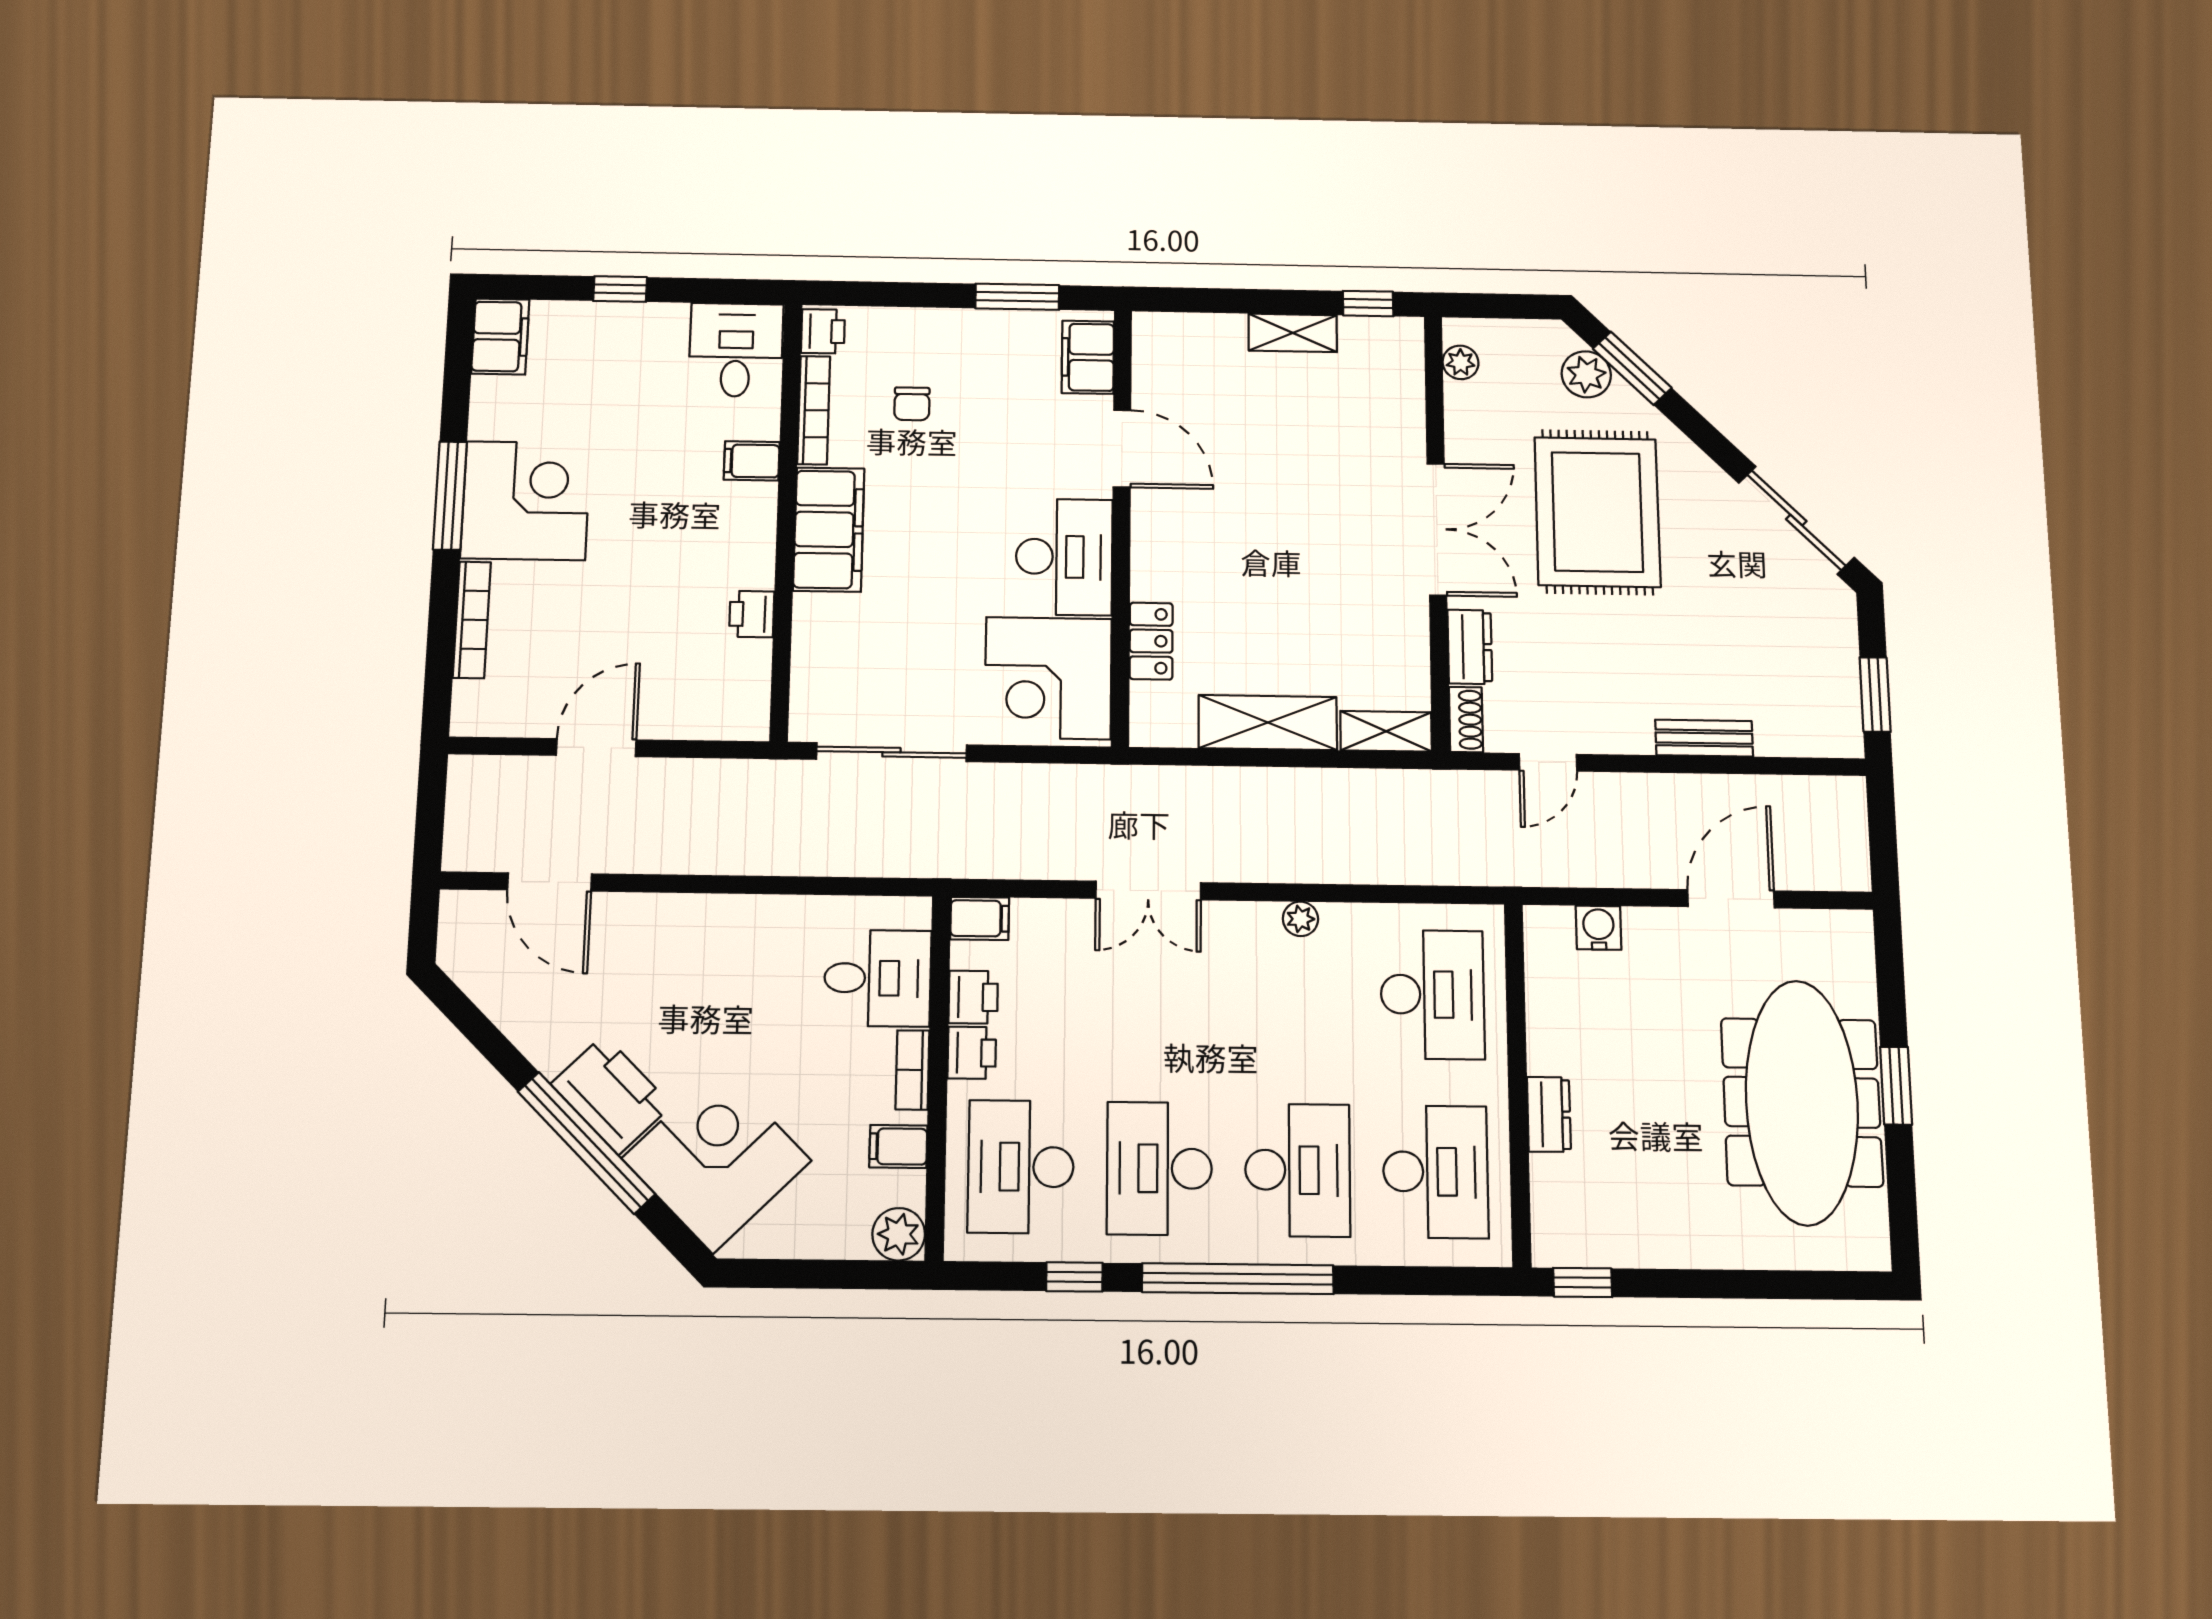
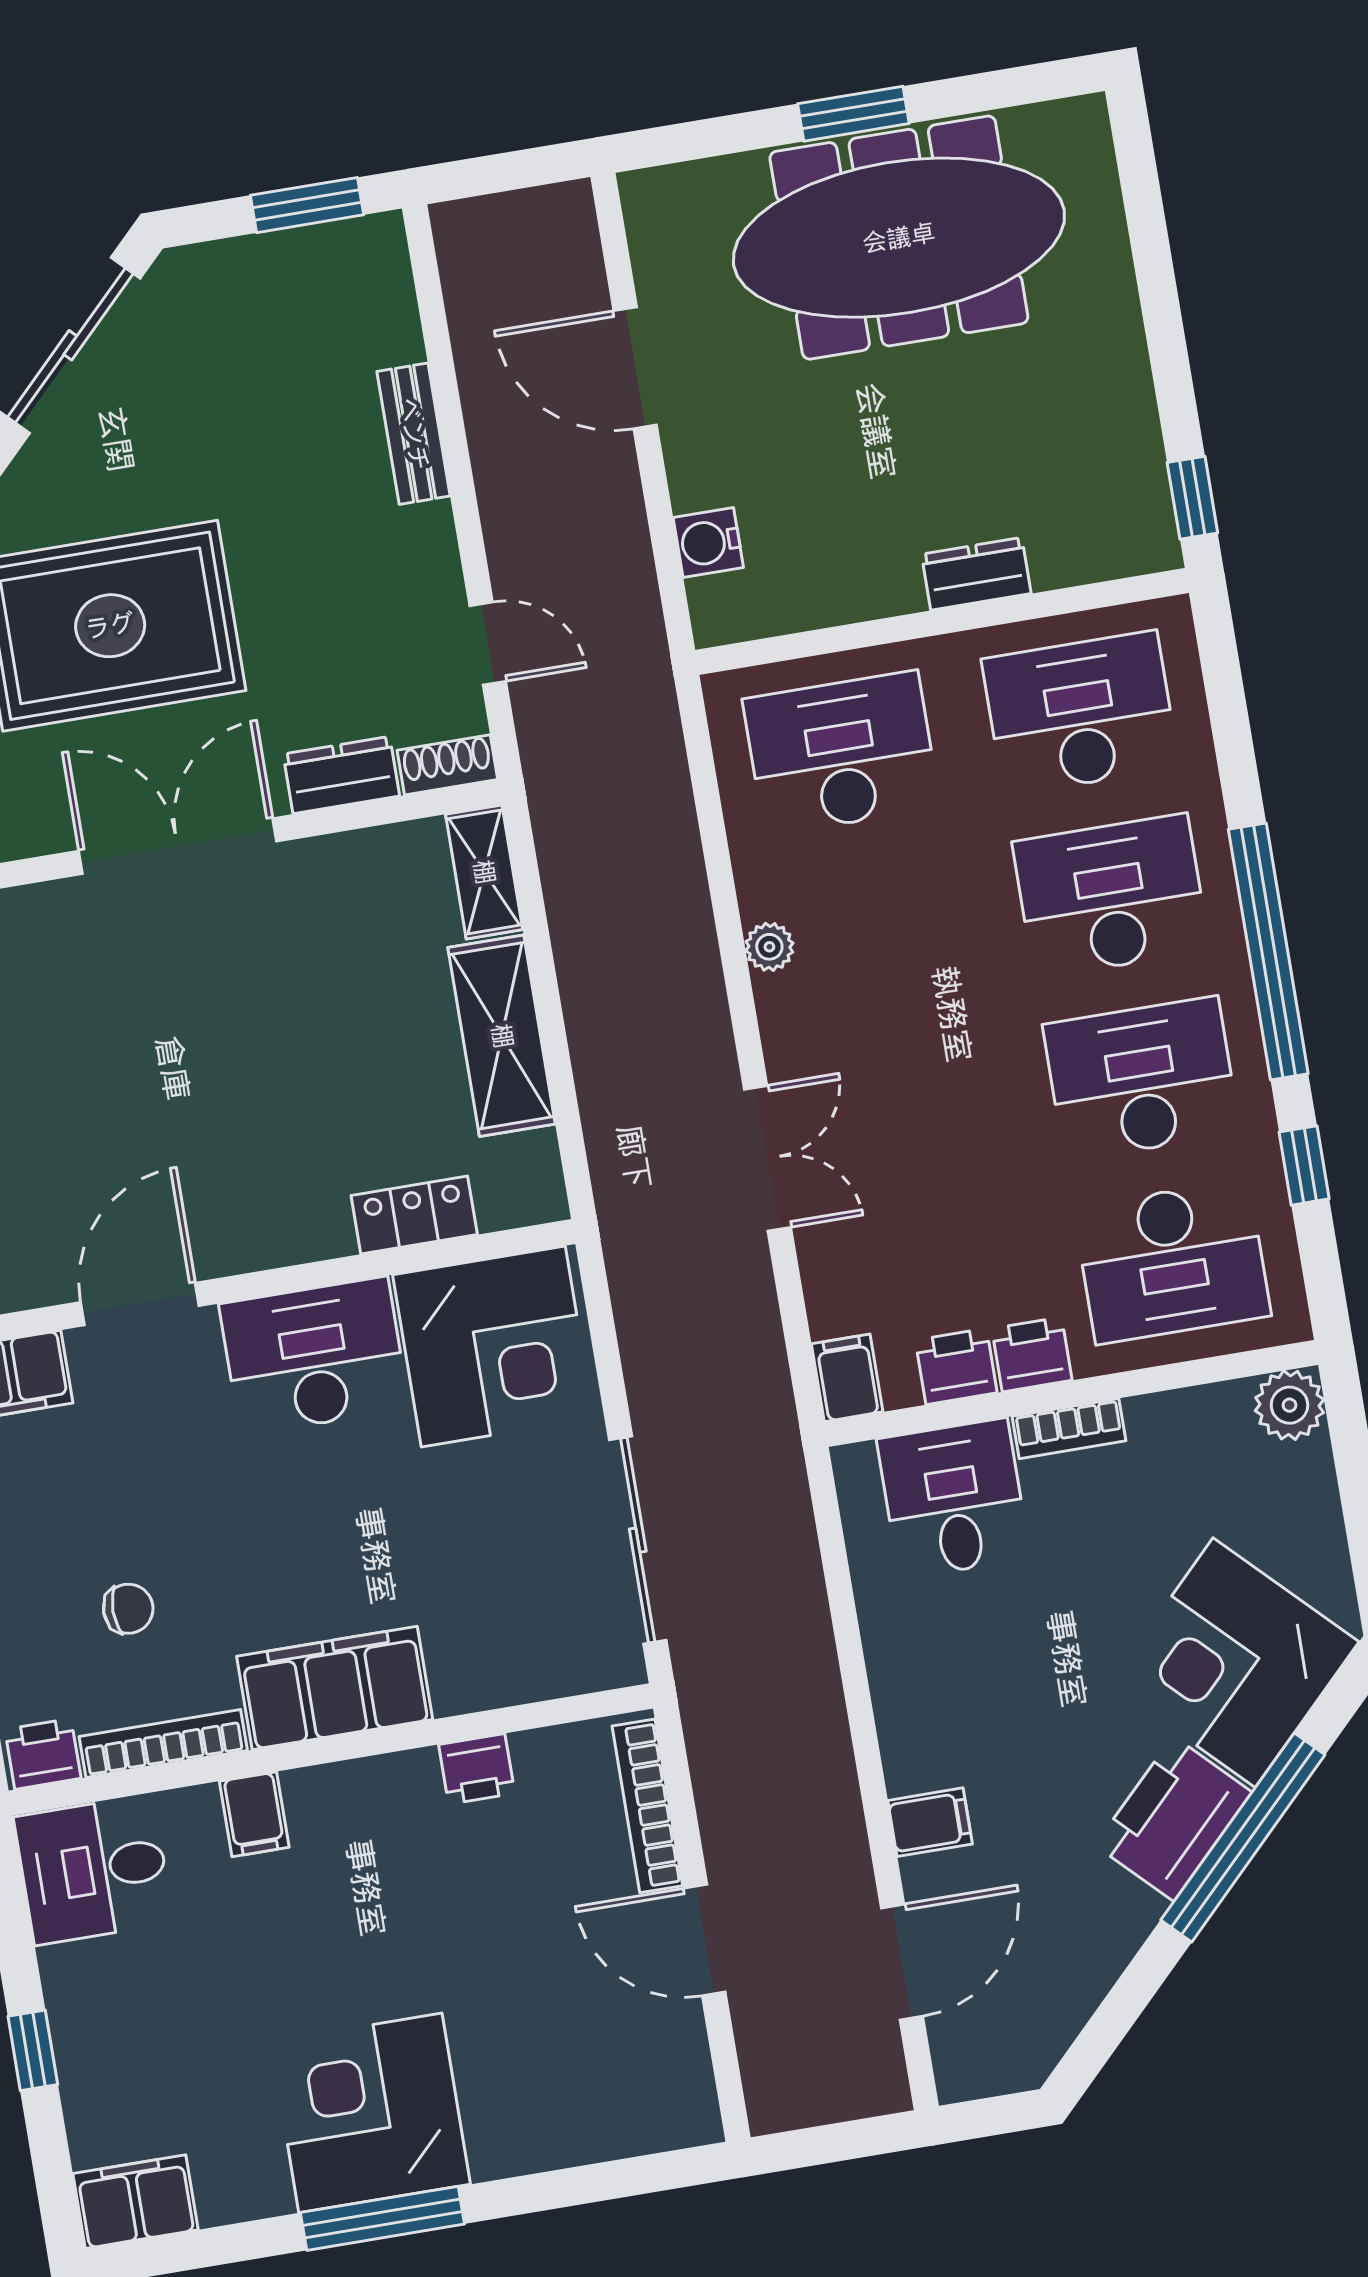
bookcase: (472, 620) -> (647, 1806), moved, turned -90
filing cabinet: (898, 1146) -> (930, 1822), moved, turned -90
desk: (1159, 1168) -> (1142, 1079), turned 180

